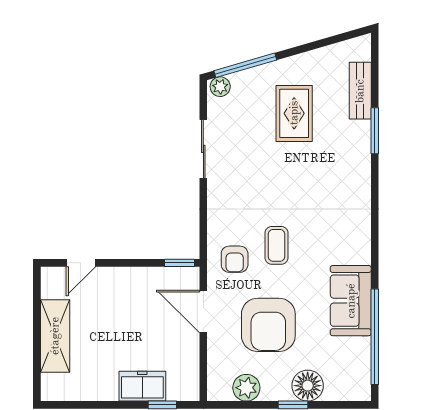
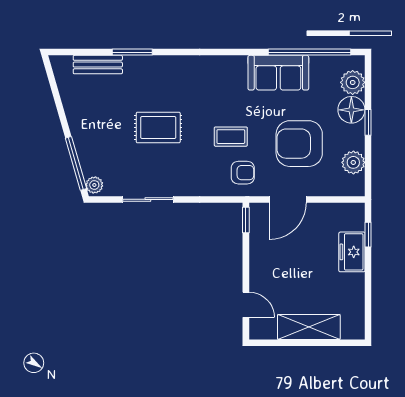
rug: (294, 113) -> (158, 127), moved
armchair: (268, 325) -> (299, 144), turned 180
plant: (339, 387) -> (353, 82), added

